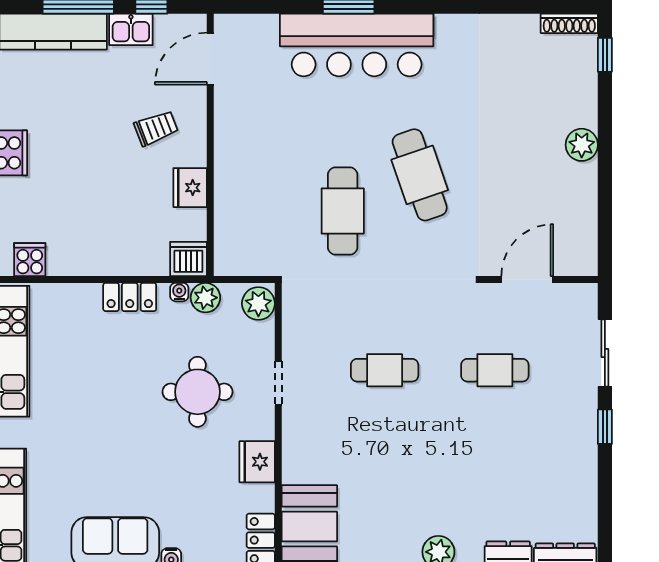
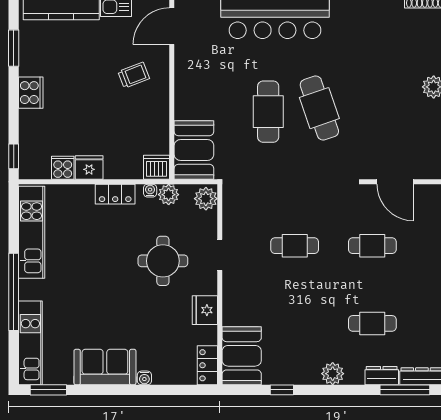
fridge: (190, 188) -> (89, 168), moved, turned 90
cafe table: (343, 211) -> (268, 112), moved
booth: (242, 234) -> (194, 150), added
cooker: (30, 260) -> (63, 168), moved
door: (527, 280) -> (395, 182), swing flipped
cafe table: (495, 481) -> (372, 323), added

